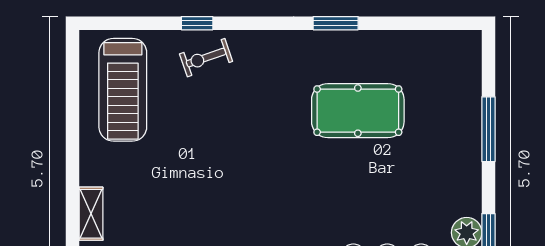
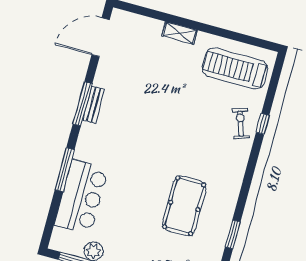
window: (336, 23) -> (233, 234), moved
shelving: (91, 214) -> (180, 33), moved

